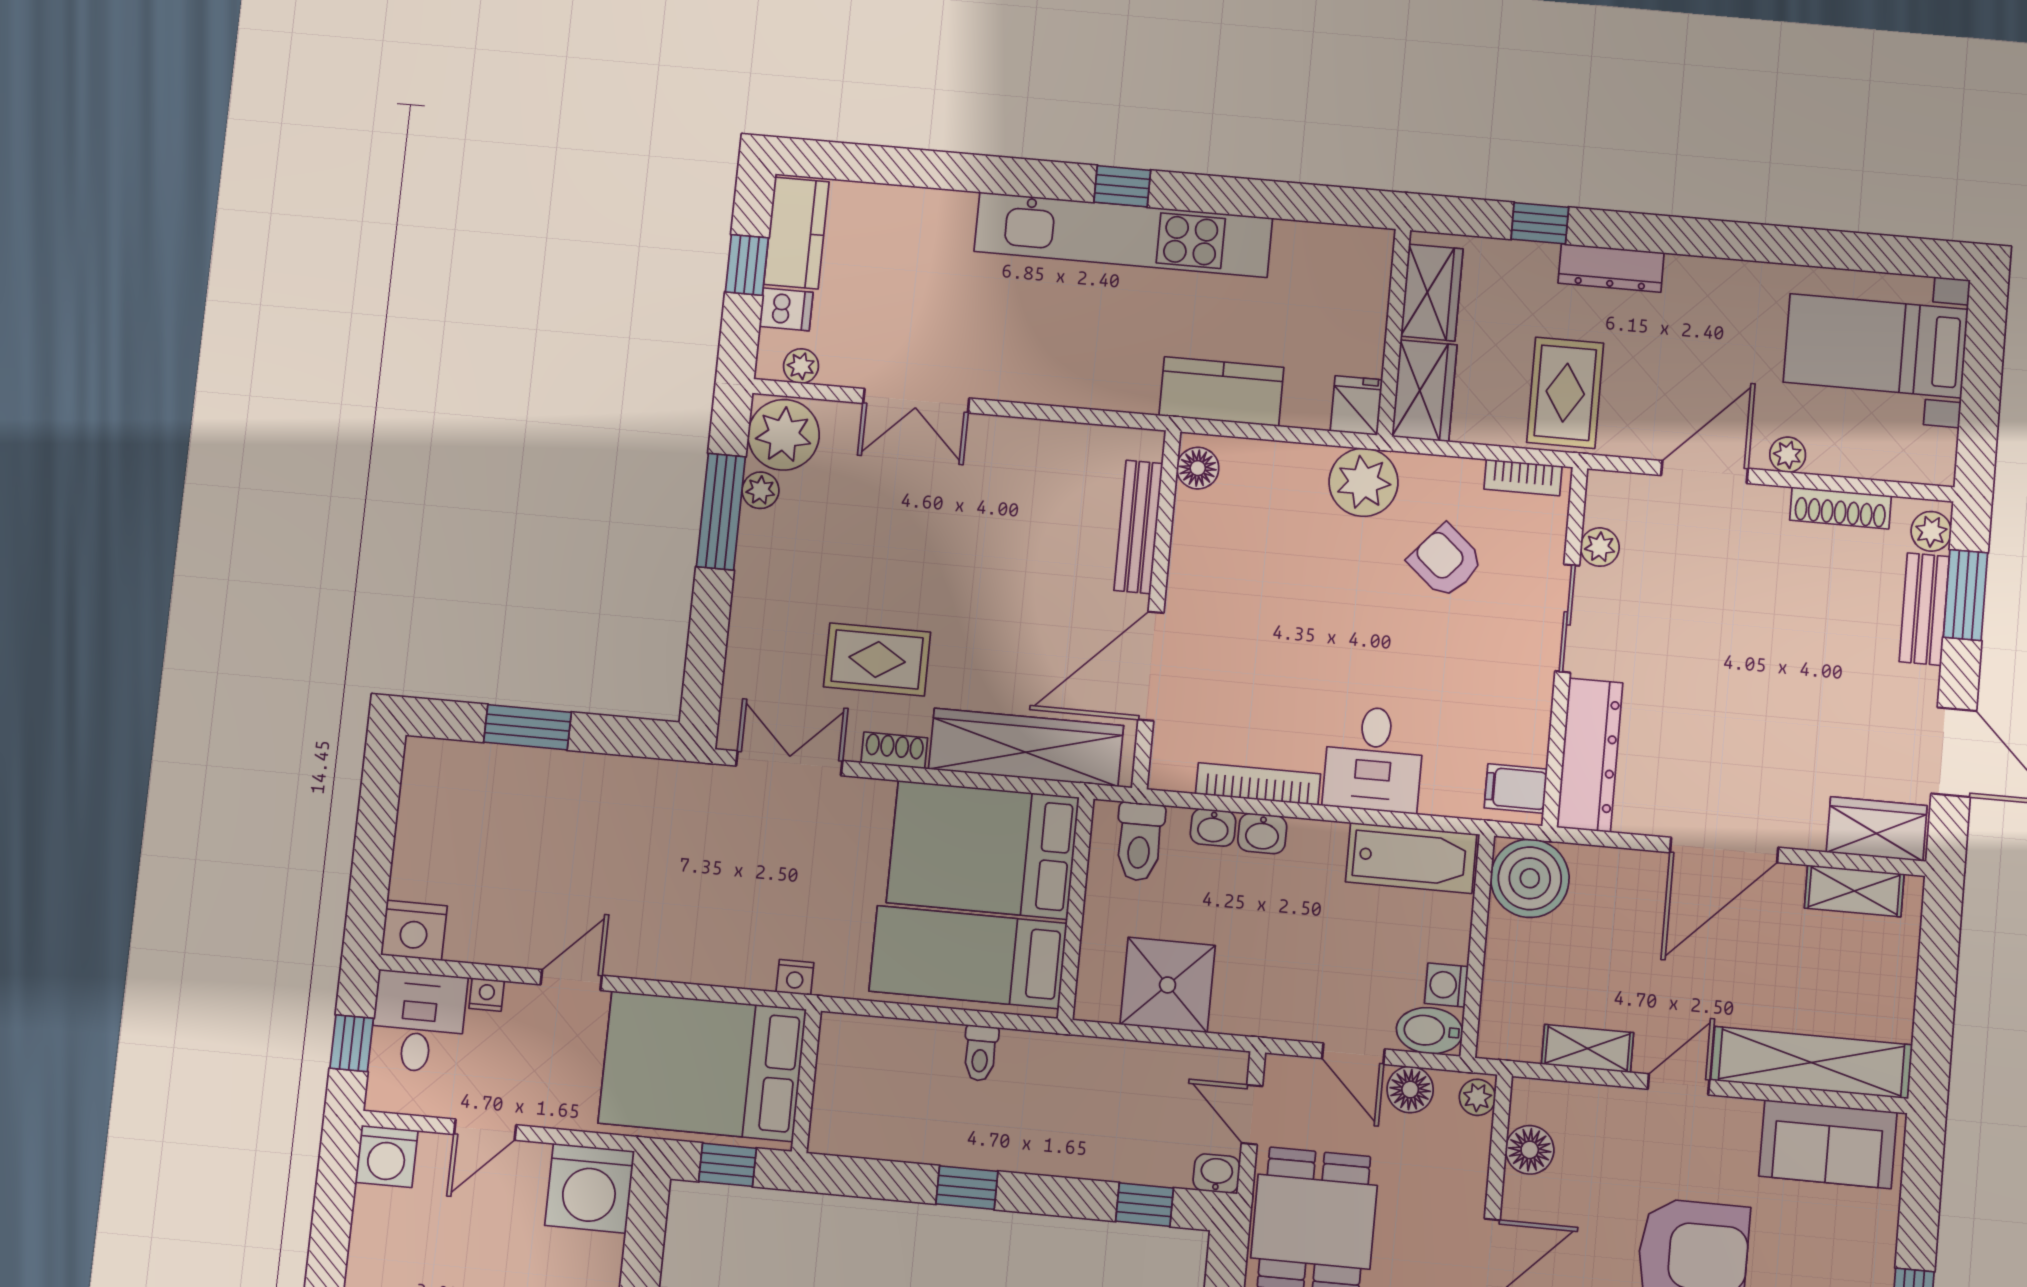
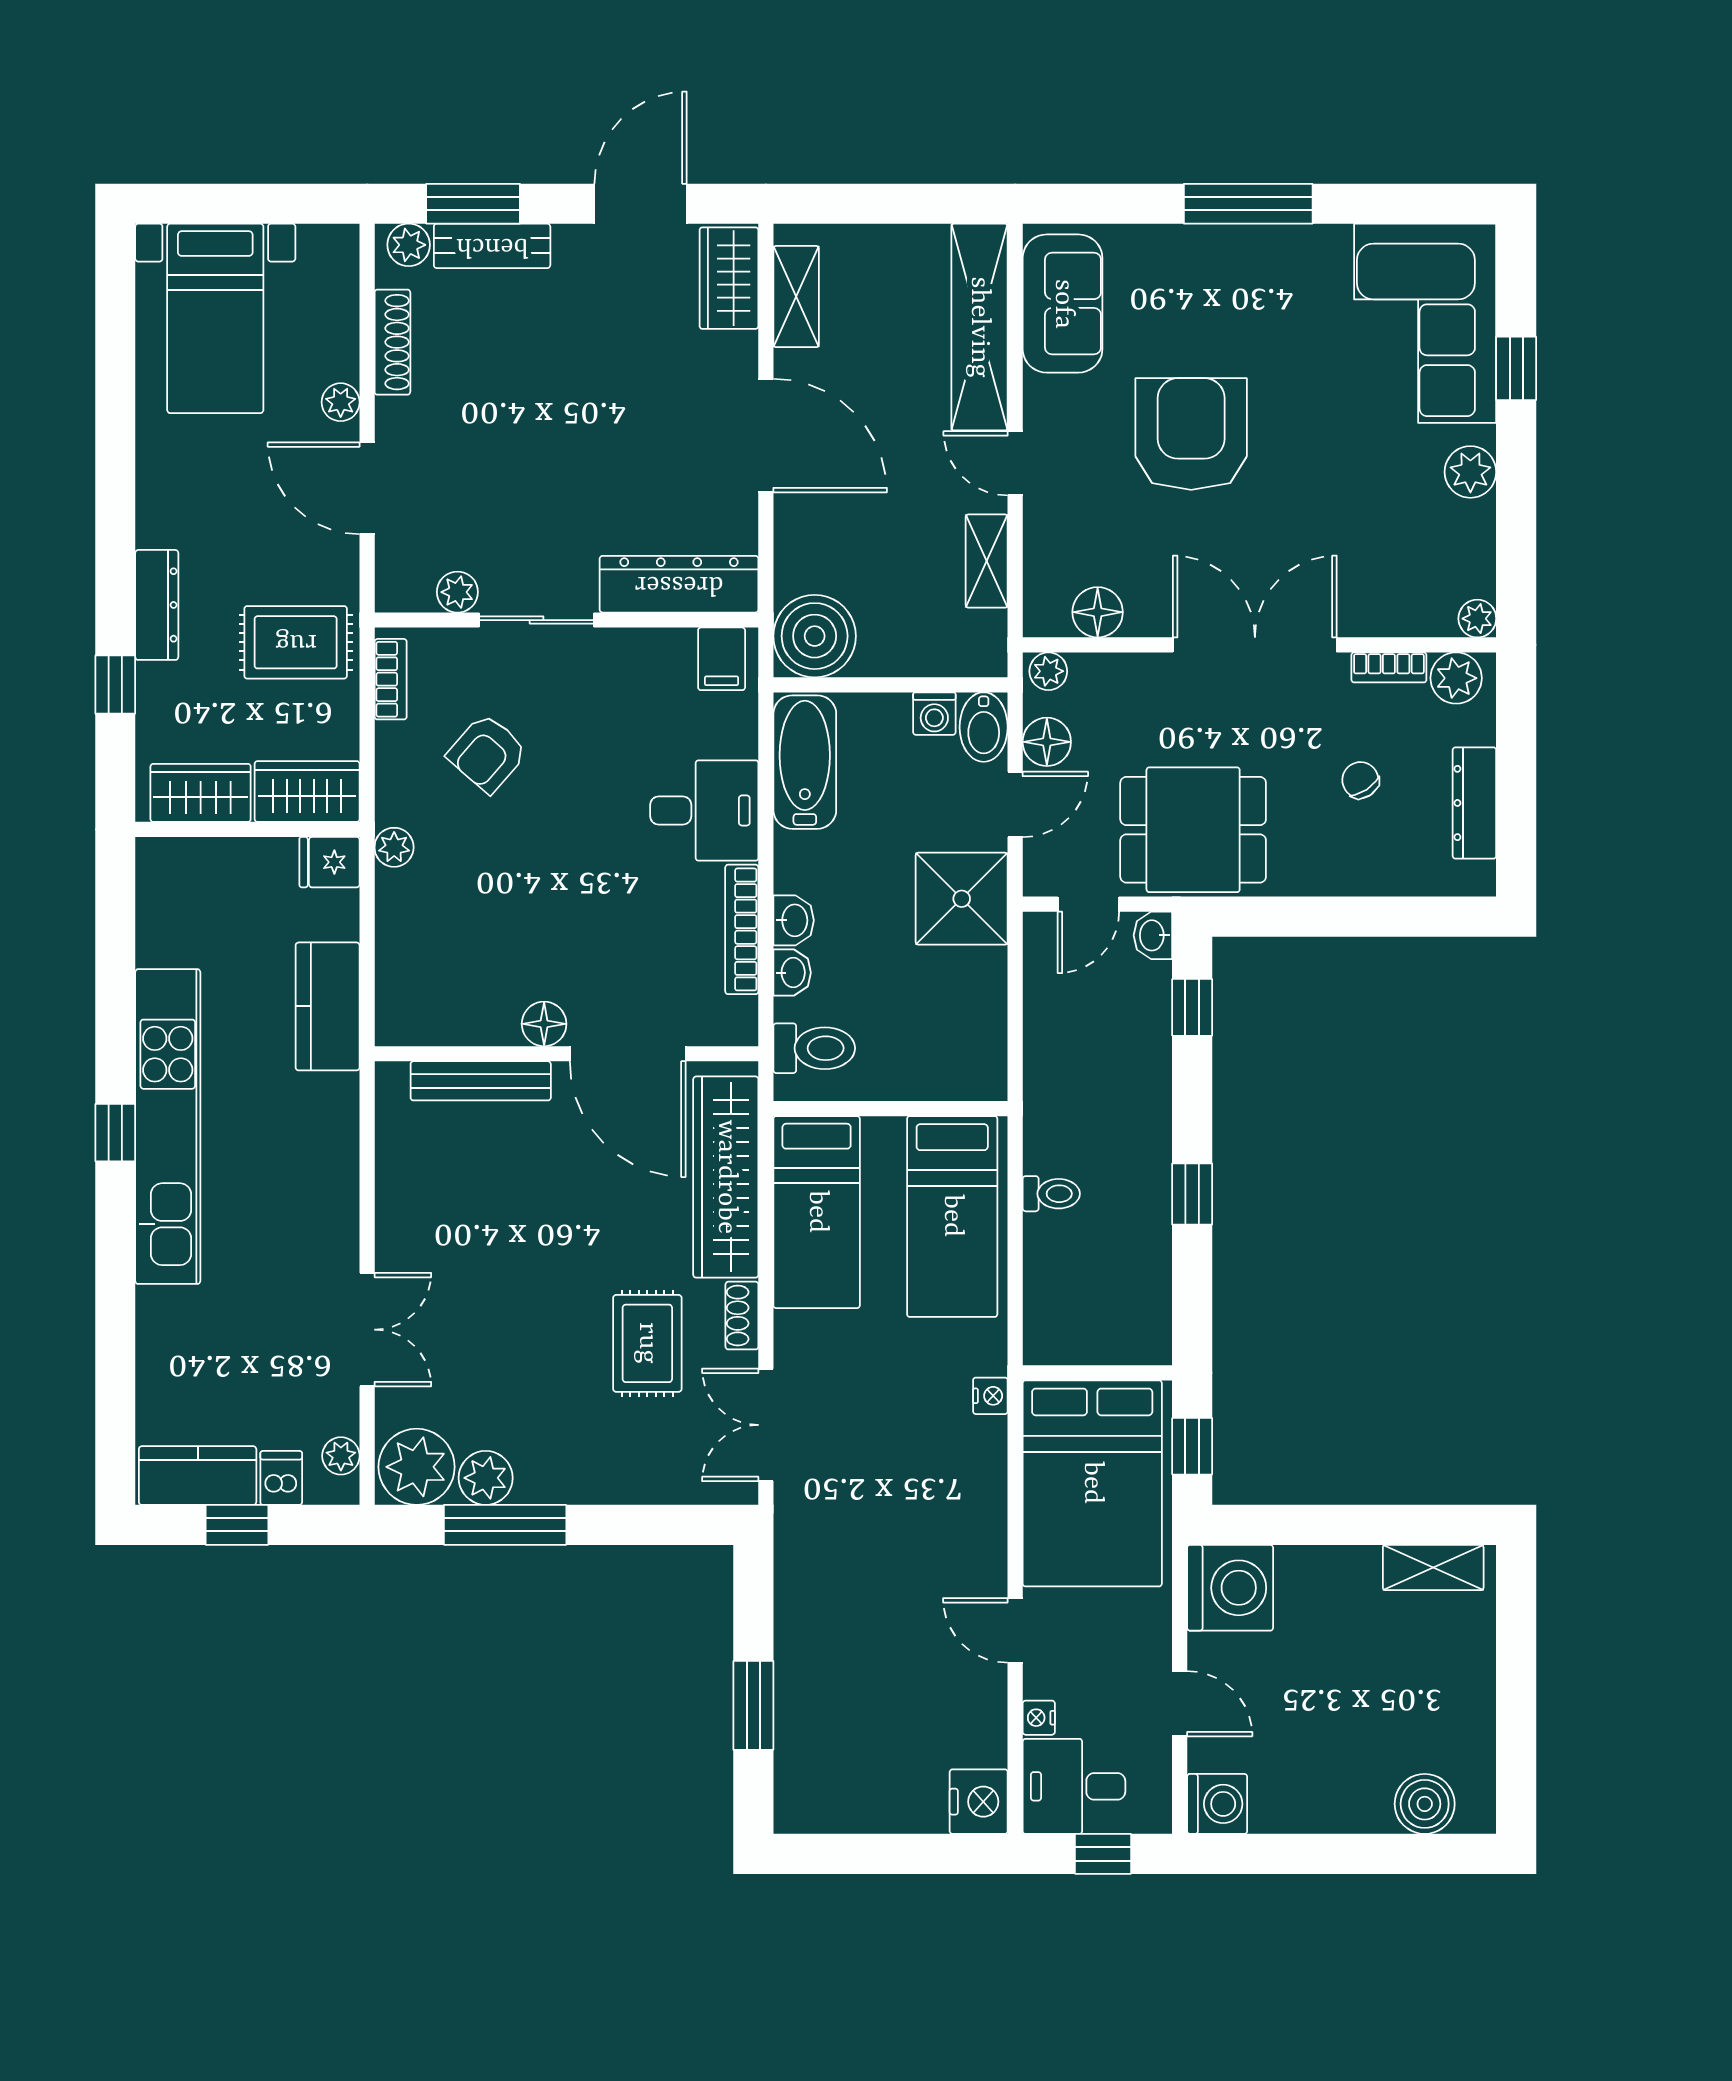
floor lamp: (1198, 468) -> (544, 1024), moved
plant: (1363, 482) -> (394, 847), width x0.53, depth x0.53
plant: (760, 490) -> (486, 1478), width x1.38, depth x1.38
bed: (983, 850) -> (817, 1212), width x0.67
shower: (1168, 985) -> (962, 899), moved

